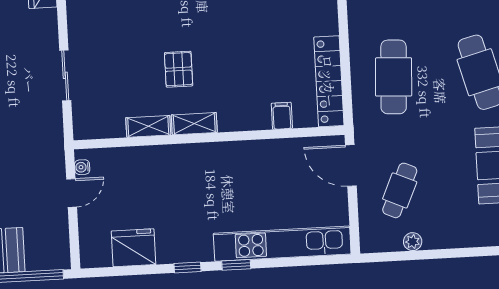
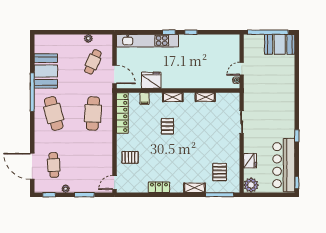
pallet: (179, 69) -> (167, 126), moved
shelving: (194, 124) -> (173, 97), moved
fridge: (133, 248) -> (151, 80), moved, turned 180

